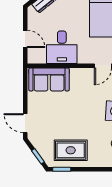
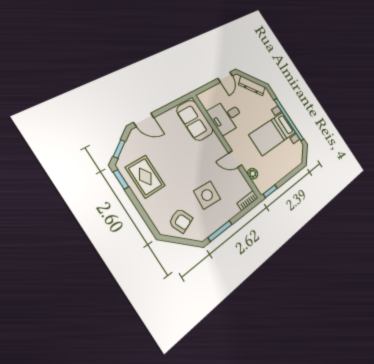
door: (25, 39) -> (225, 77), moved
door: (25, 123) -> (144, 120), swing flipped

